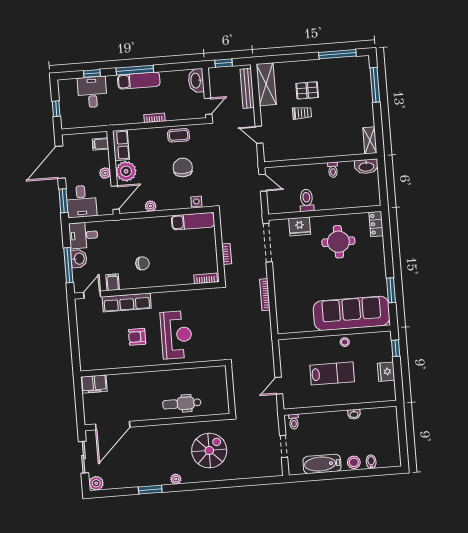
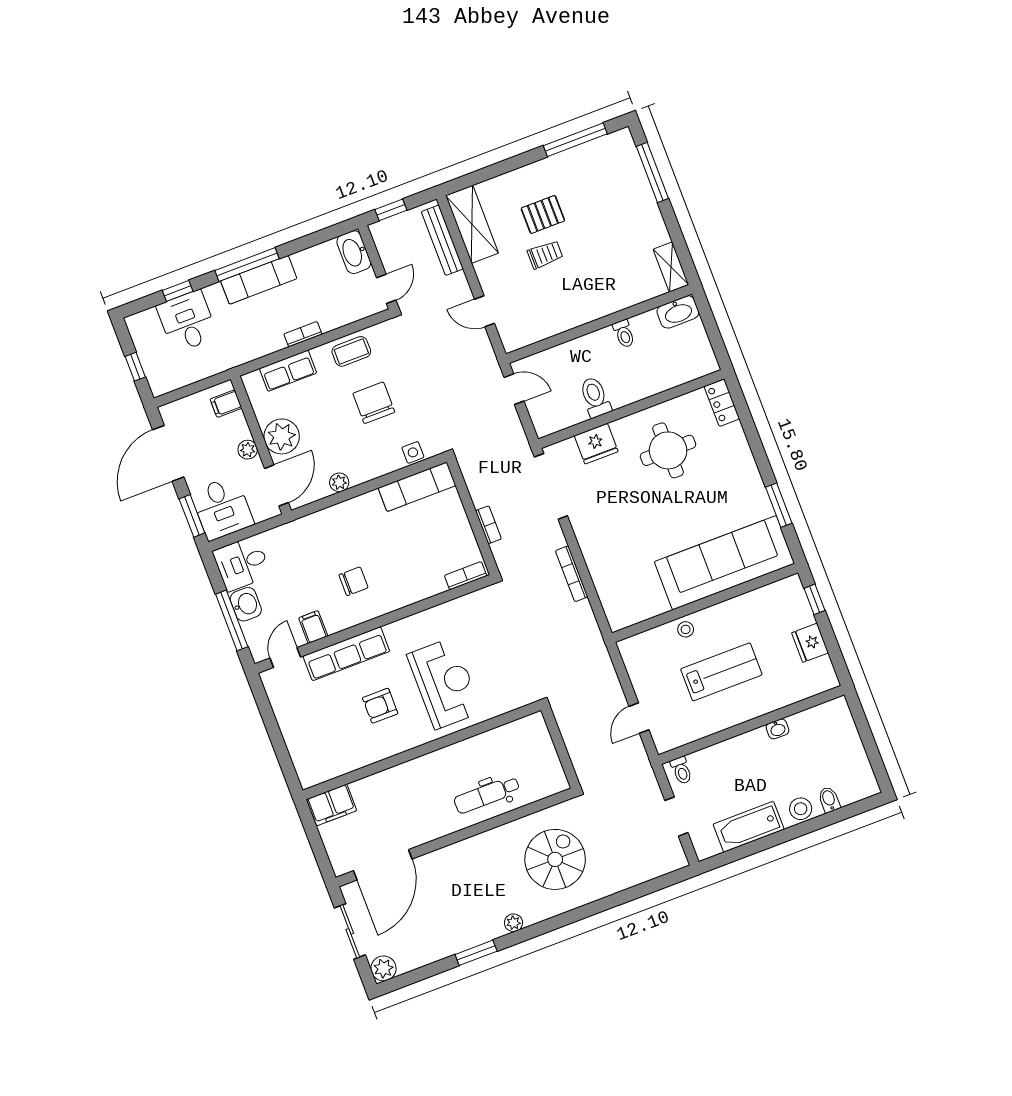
row of seats: (121, 145) -> (288, 371), moved, turned 90
stool: (345, 342) -> (686, 629), moved

